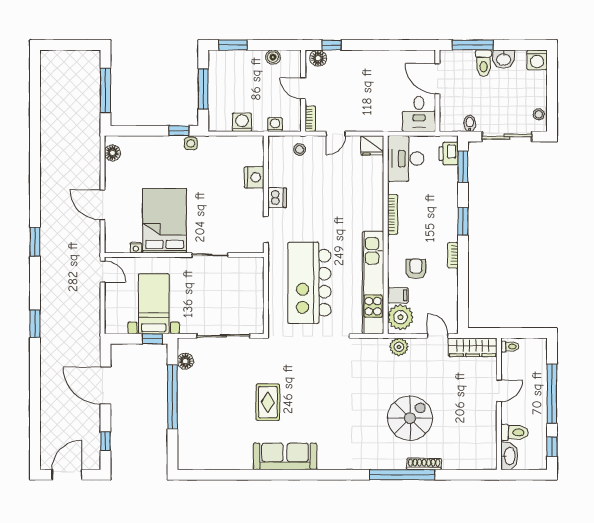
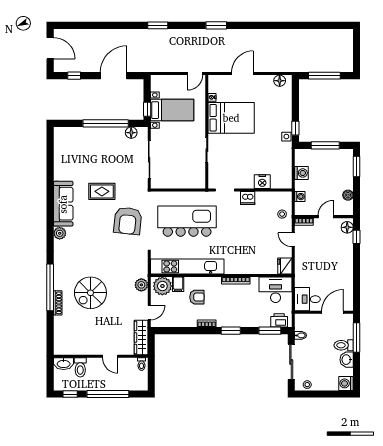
armchair: (309, 366) -> (128, 221), added
spiral stairs: (410, 418) -> (90, 293), turned 90
plant: (326, 461) -> (60, 233), added

